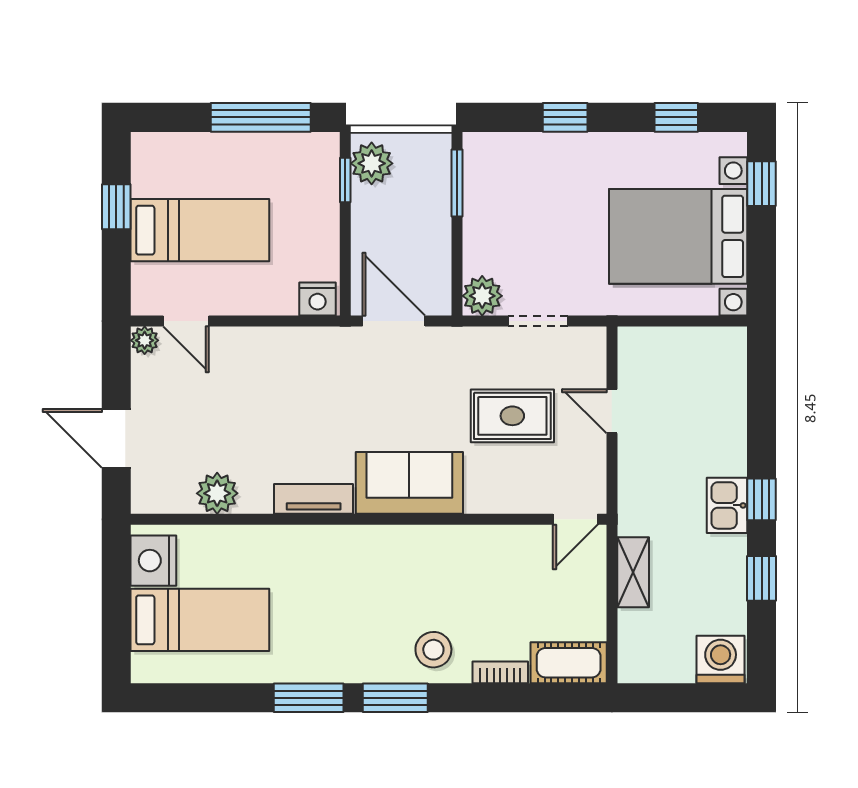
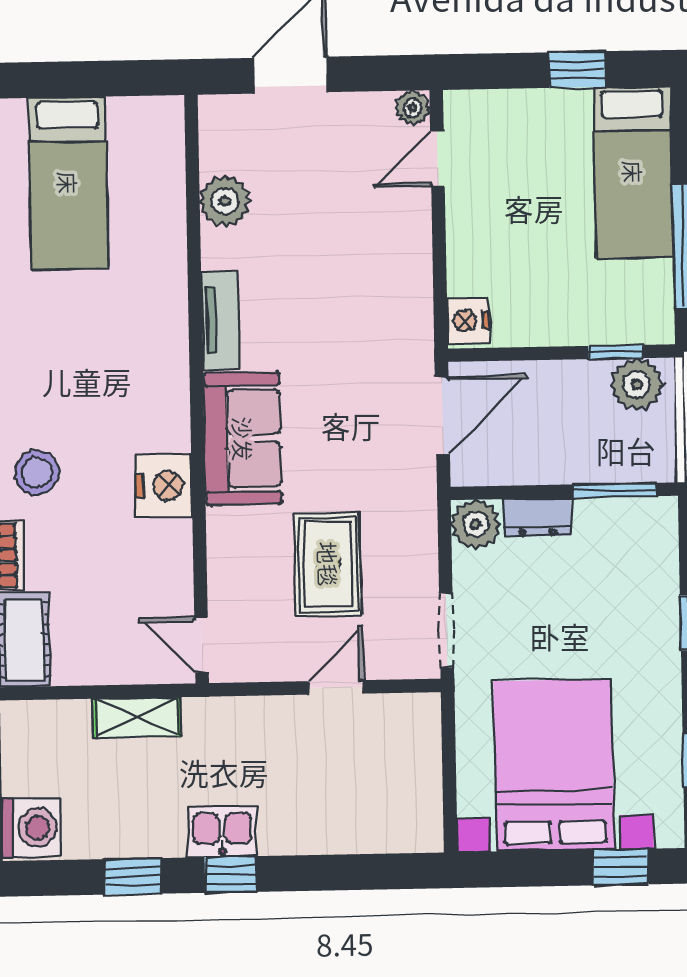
bed: (200, 230) -> (633, 172), moved
dresser: (478, 246) -> (537, 517), added
doorway: (538, 321) -> (446, 630), moved
nightstand: (153, 561) -> (164, 485), moved, turned 90

